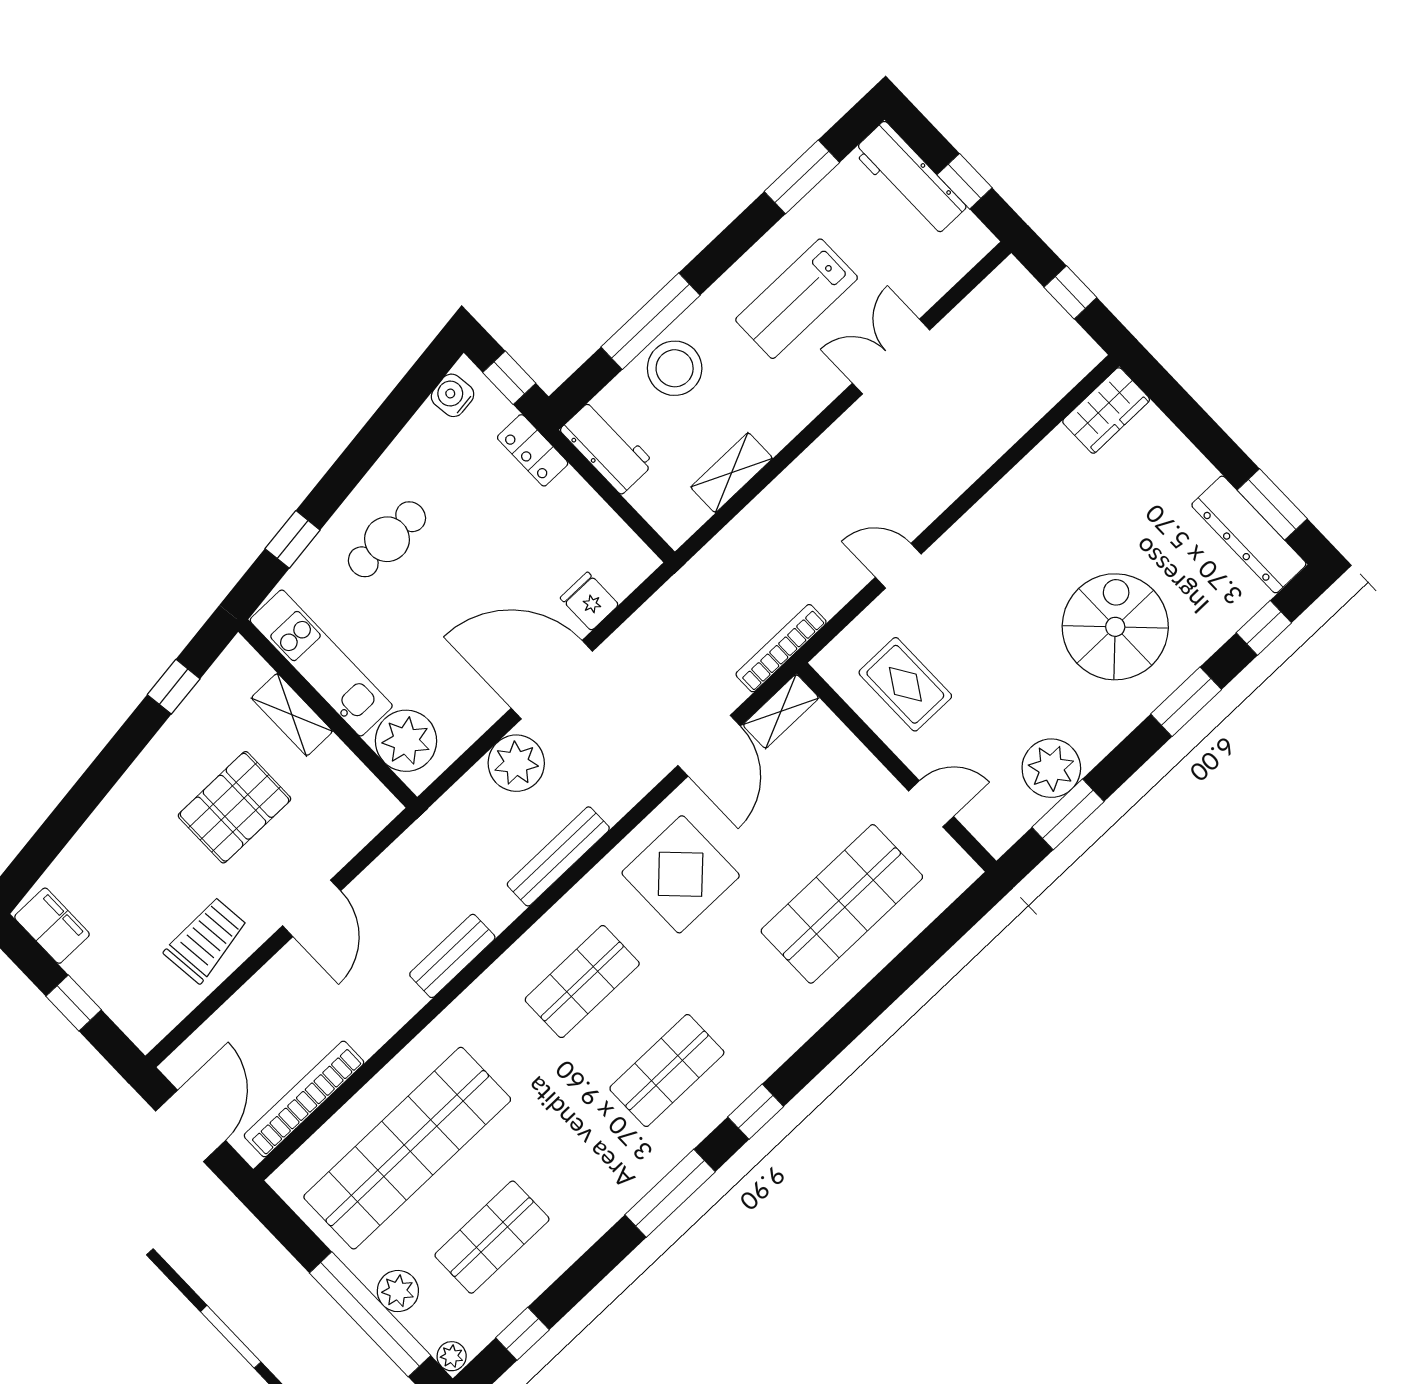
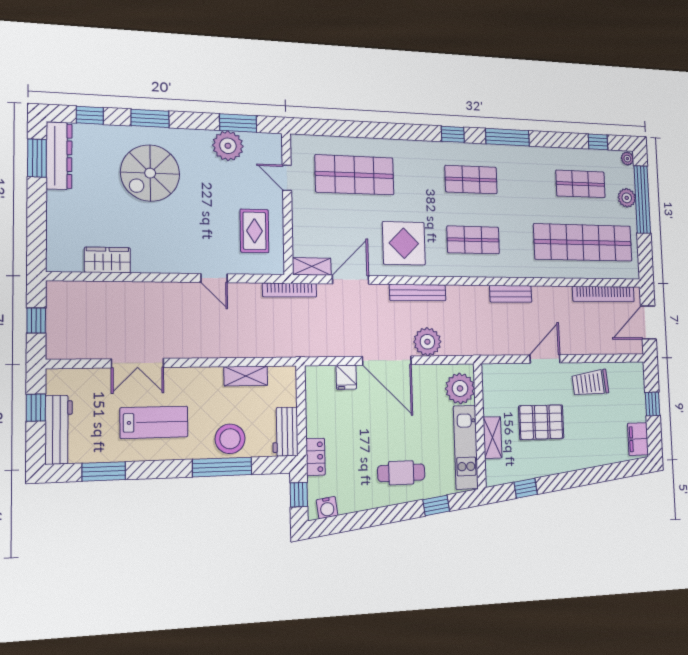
wardrobe: (1106, 410) -> (107, 260), moved
bench: (558, 856) -> (418, 293), moved

